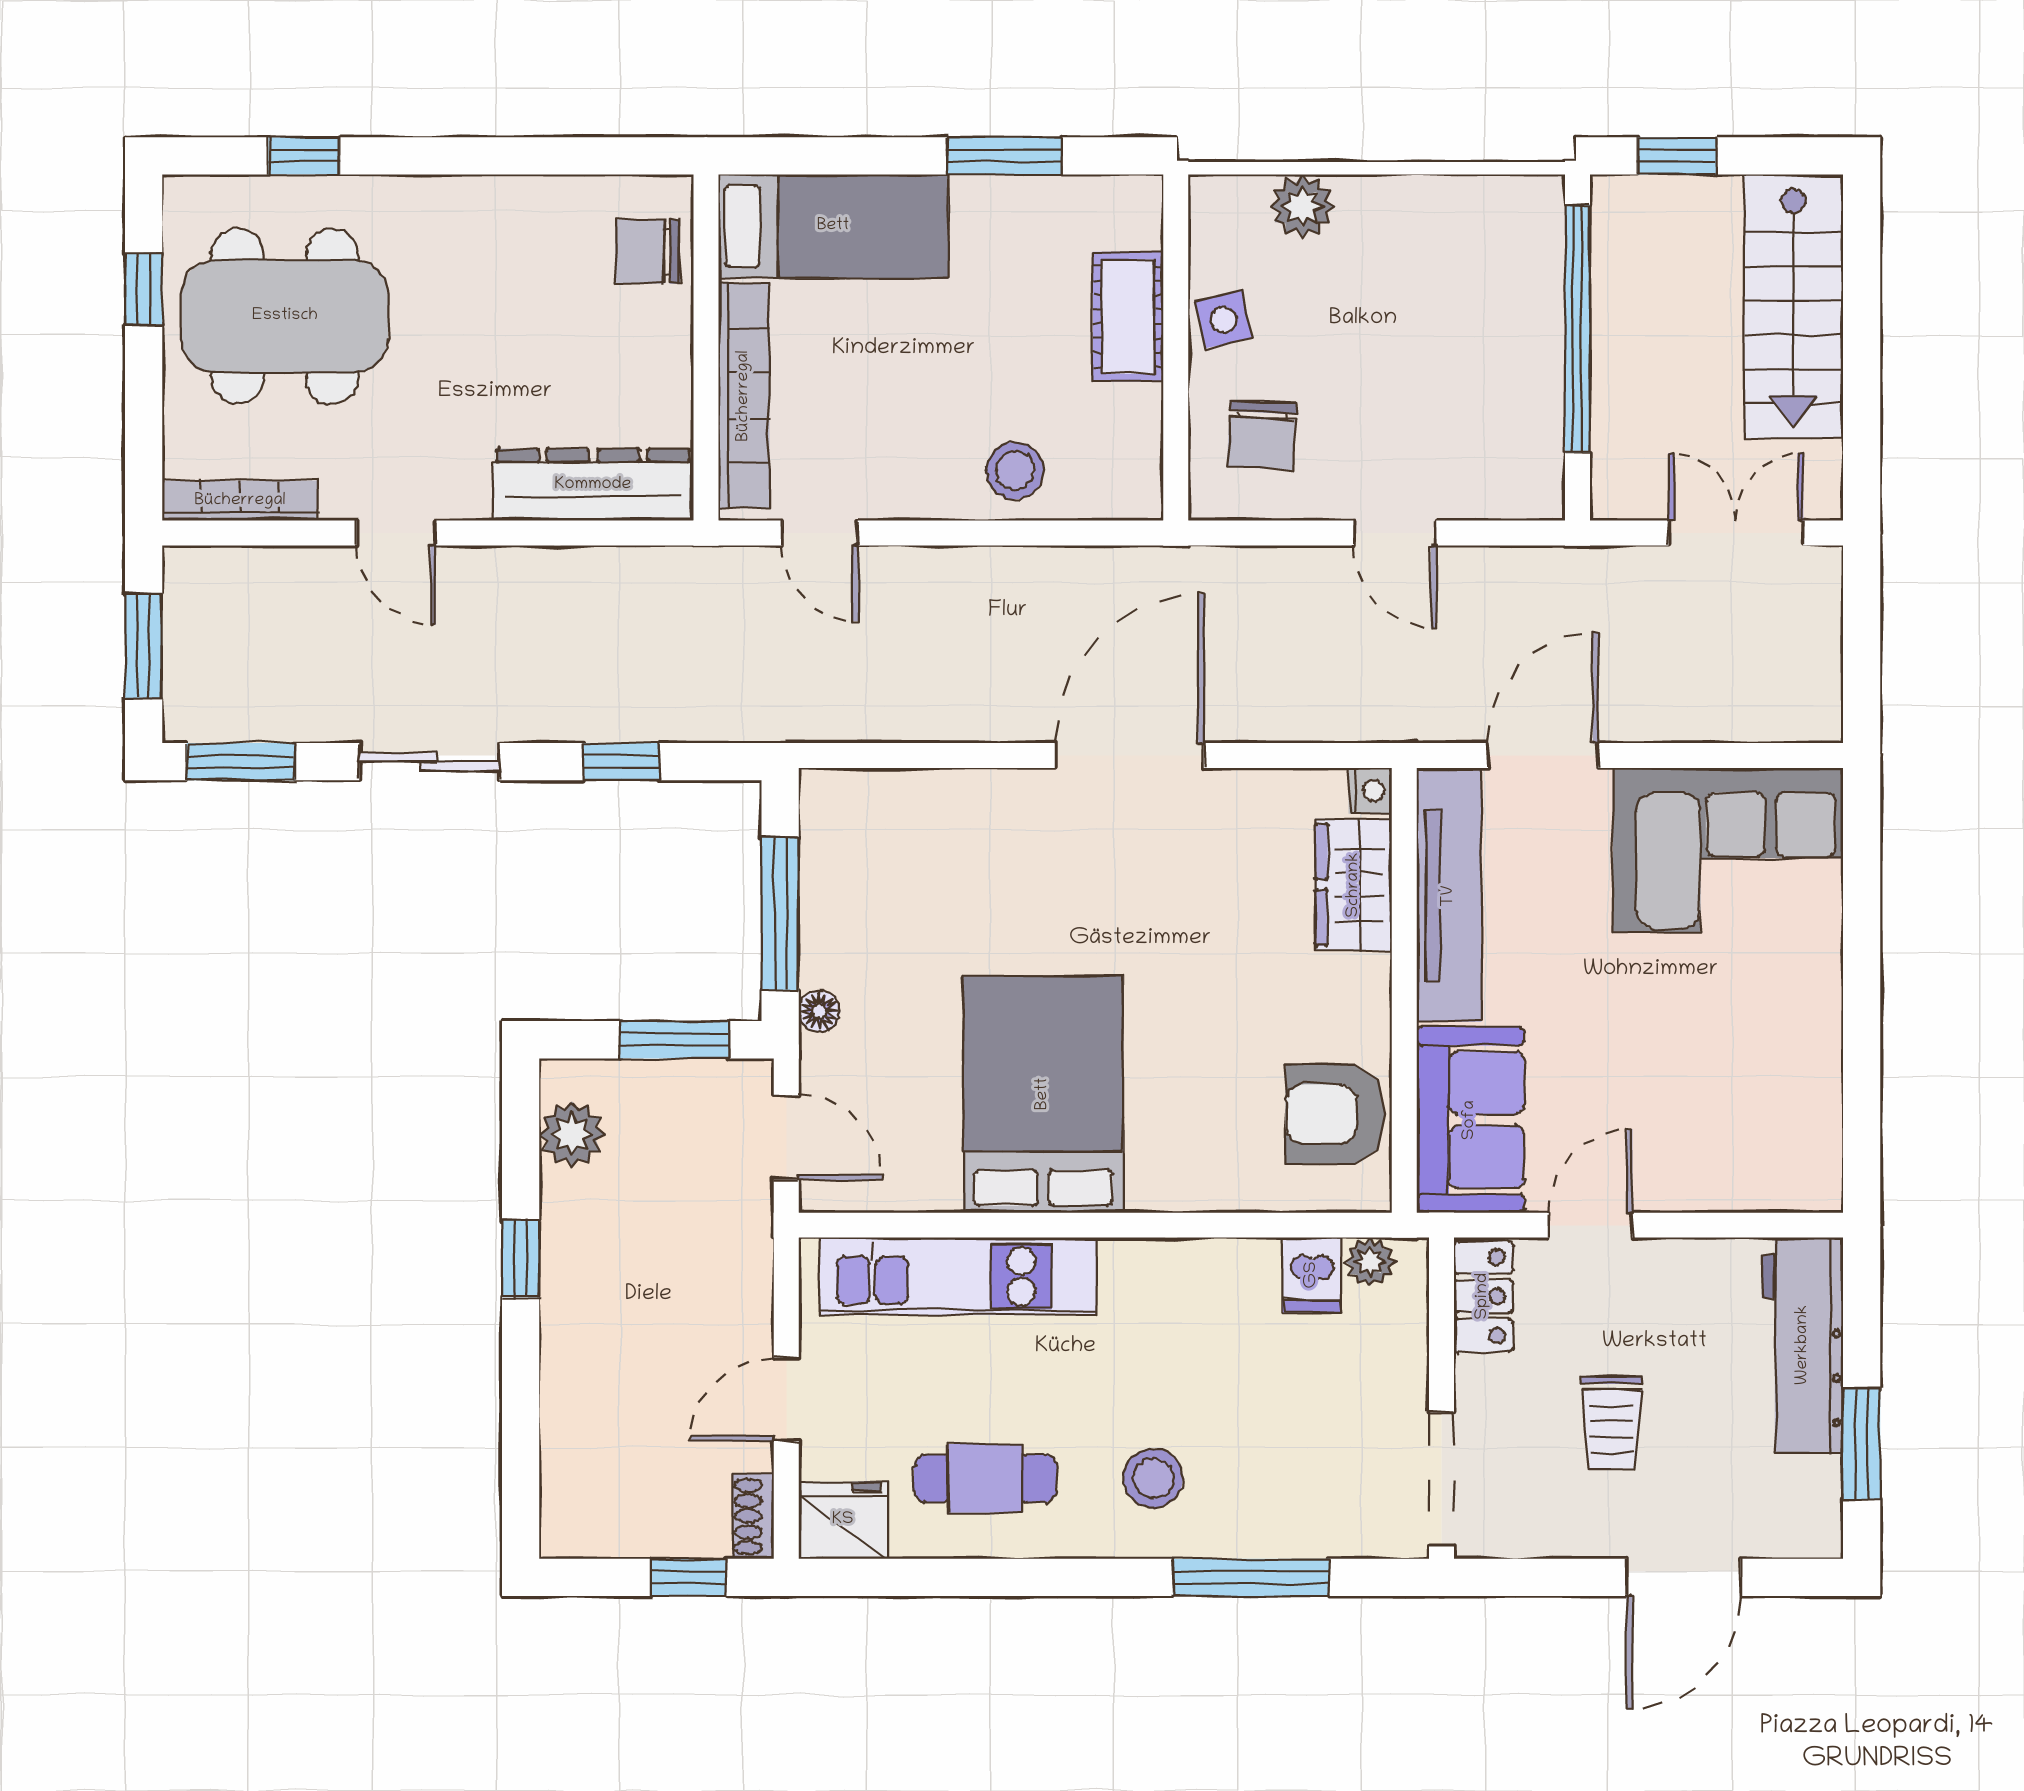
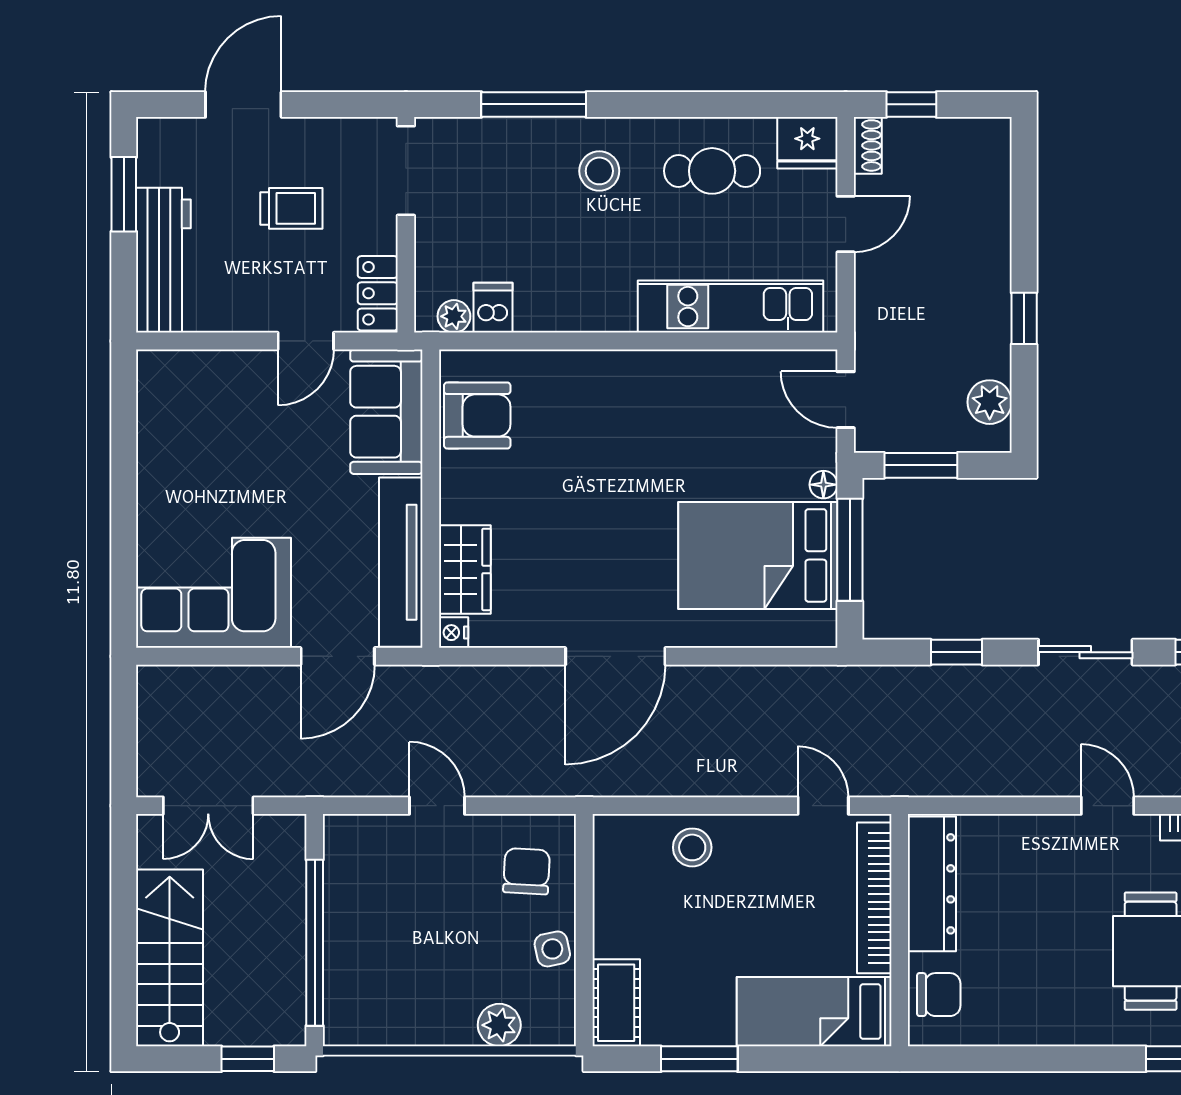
cot: (1128, 317) -> (616, 1003), moved
dresser: (593, 485) -> (932, 884), moved, turned -90
bed: (1043, 1094) -> (758, 555), moved, turned 90
trolley: (1612, 1423) -> (291, 208), turned 90

